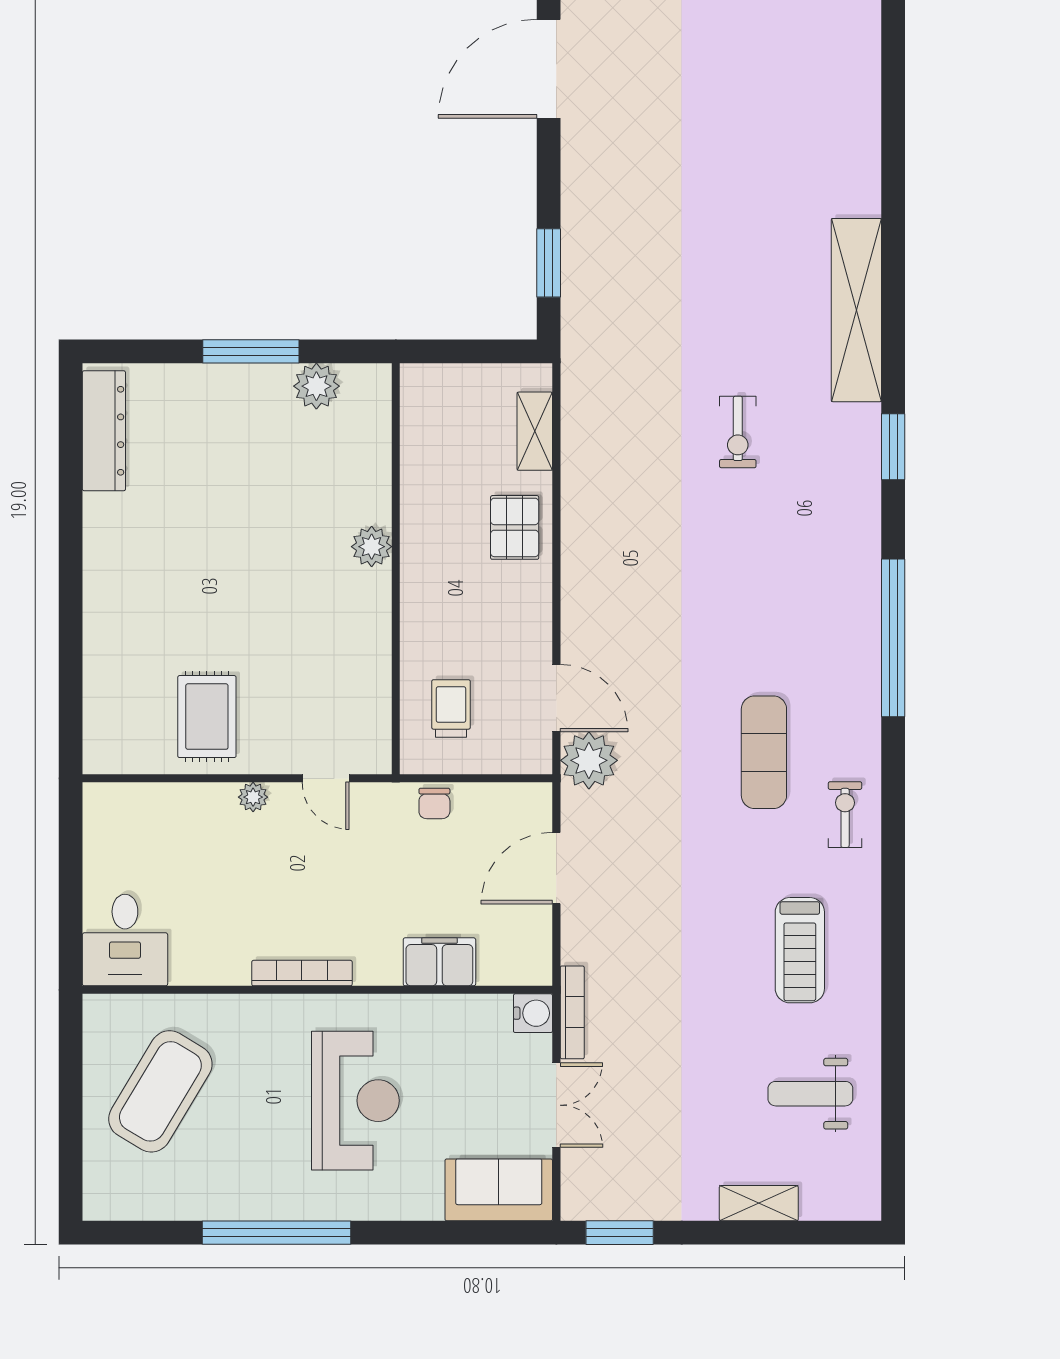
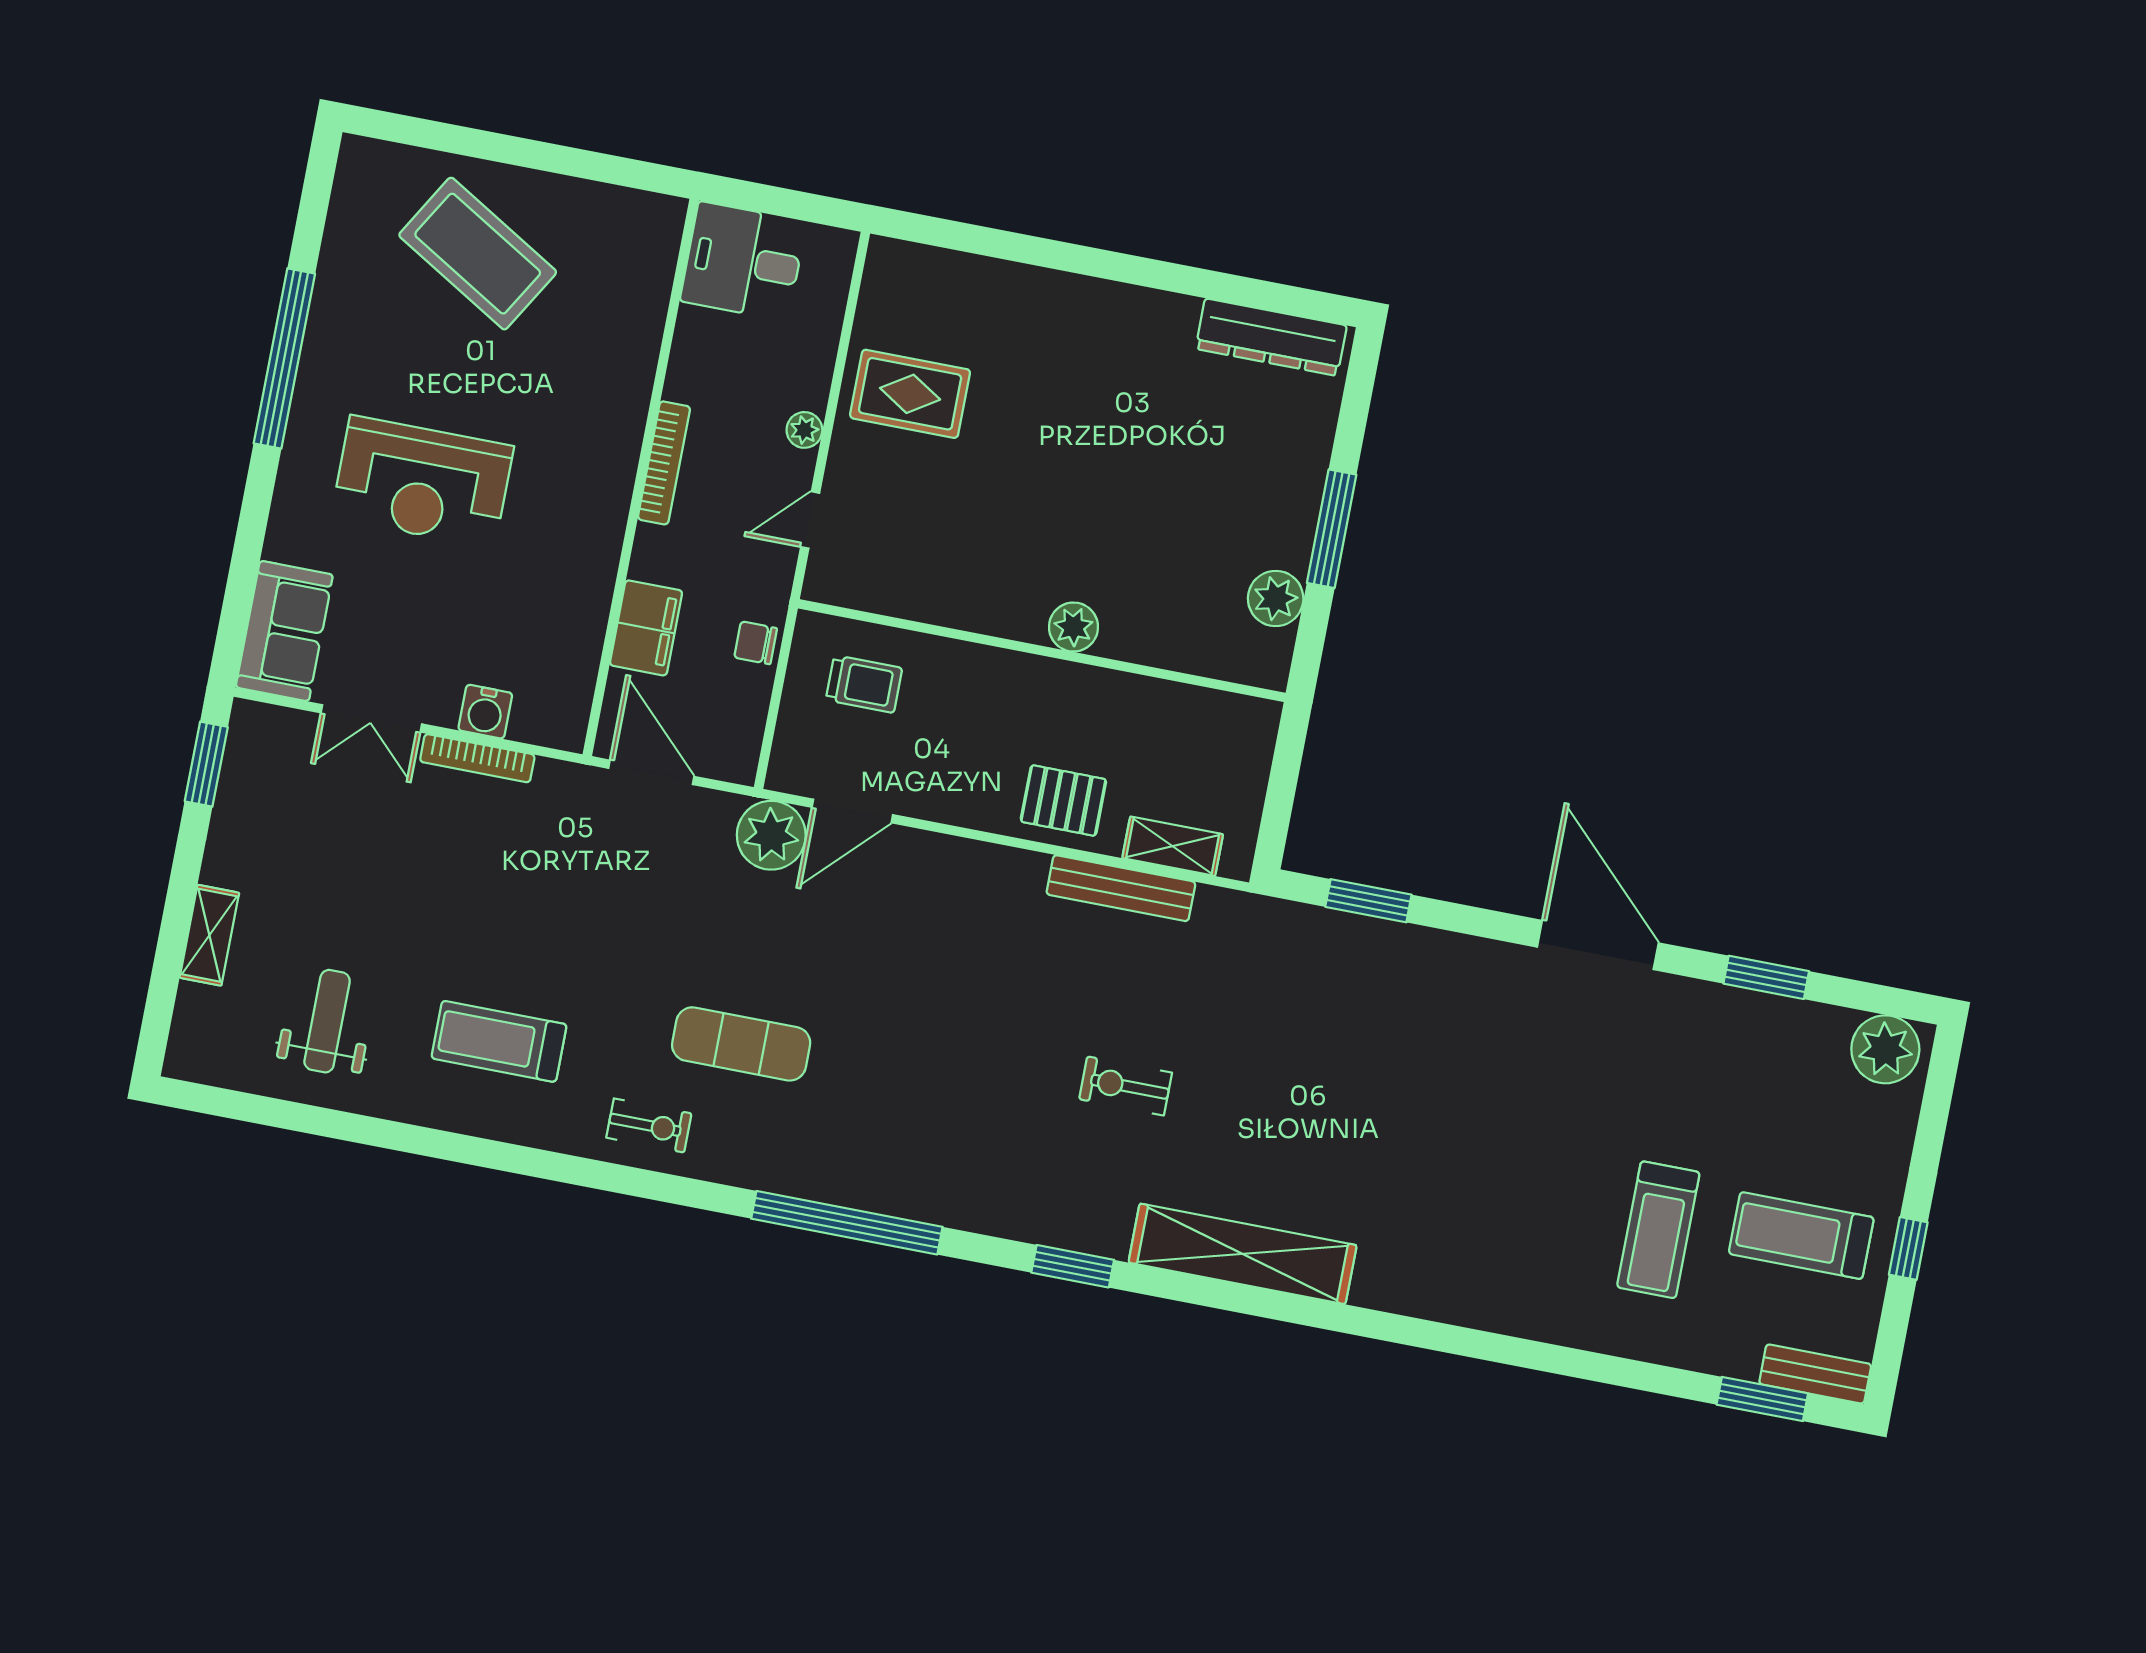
bench: (577, 467) -> (1121, 888), added
desk: (125, 940) -> (743, 261), moved
filing cabinet: (439, 962) -> (646, 628), moved
bookcase: (302, 973) -> (664, 463), moved
wall: (317, 990) -> (641, 477), moved

